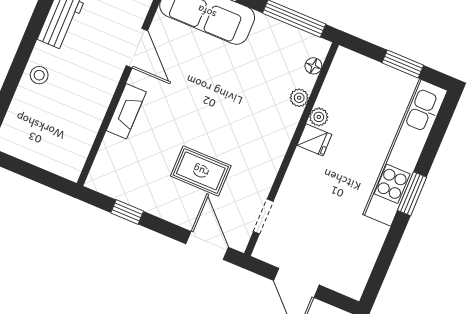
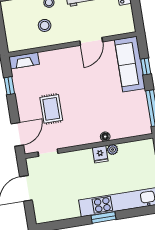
floor lamp: (313, 66) -> (105, 137), moved
plant: (299, 98) -> (116, 134), removed
stool: (70, 103) -> (45, 25), added
fireplace: (126, 111) -> (24, 61), moved

